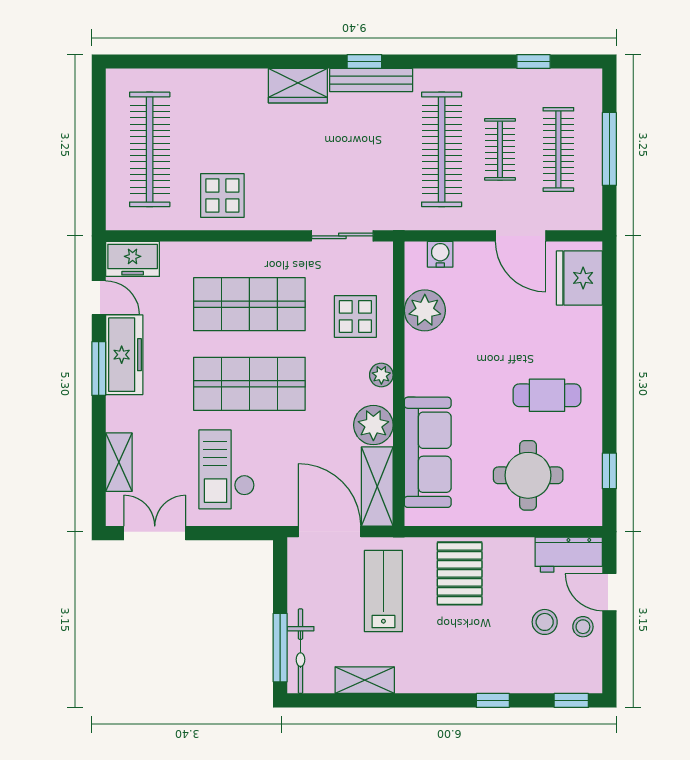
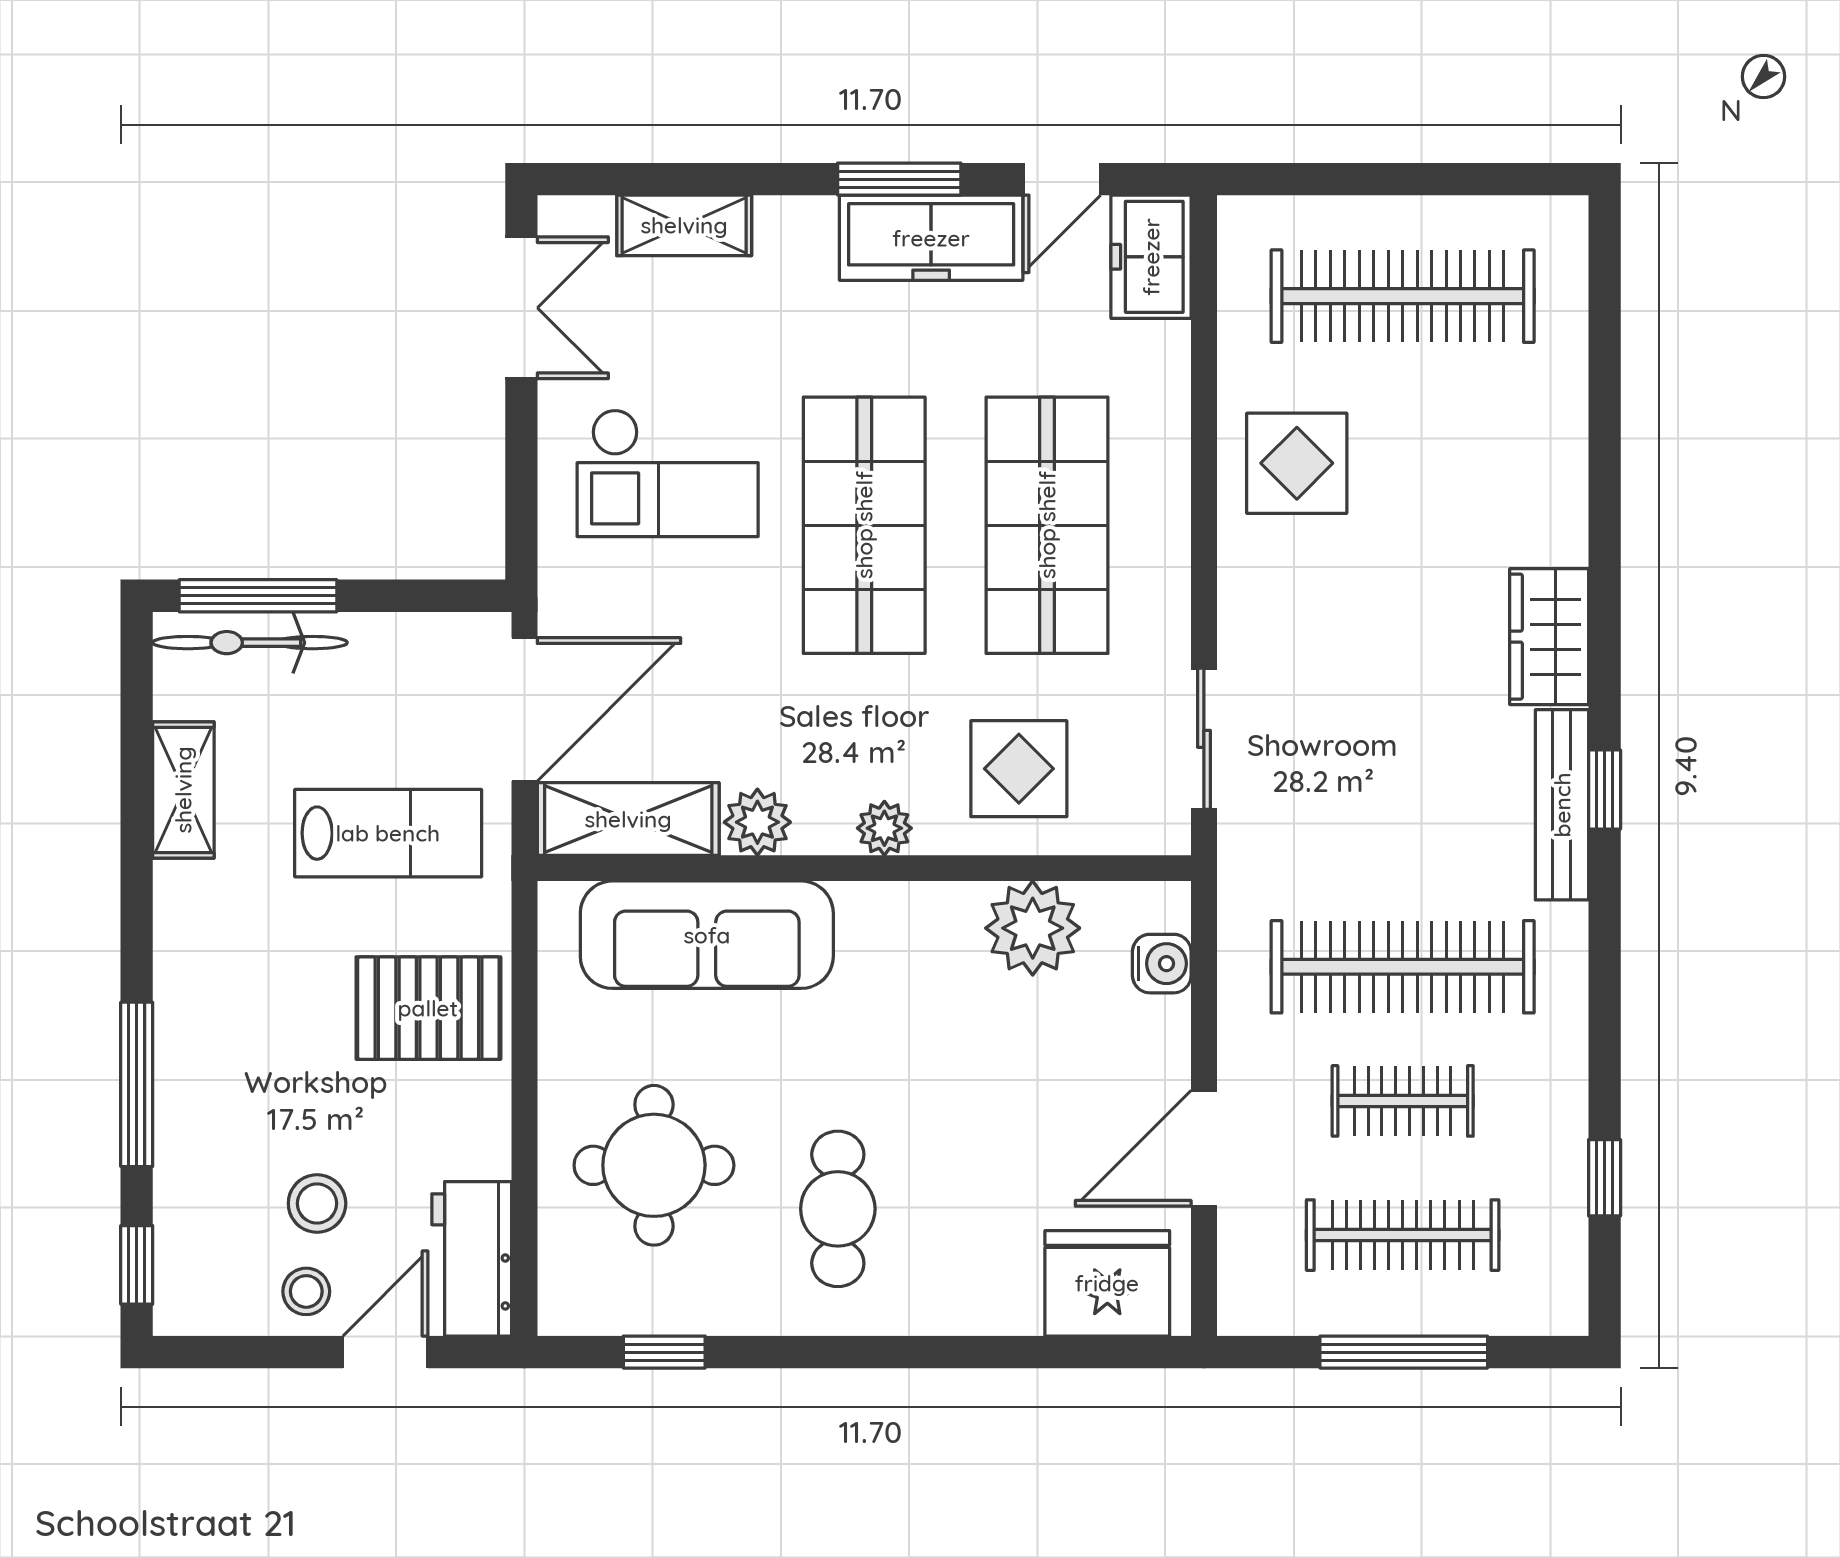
plant: (373, 425) -> (757, 822), width x0.73, depth x0.73
checkout: (227, 469) -> (668, 473), turned 180
window: (493, 700) -> (137, 1084), width x2.17

